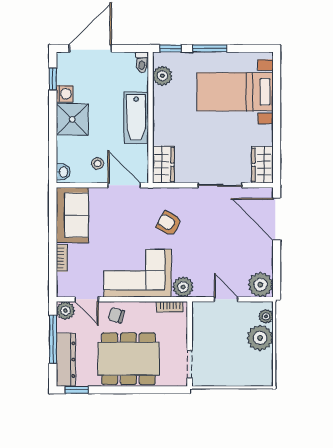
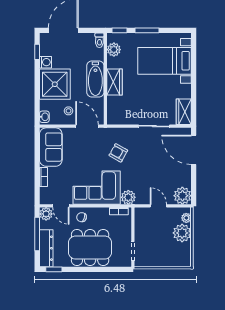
shower: (72, 119) -> (55, 84), width x1.37, depth x1.37
wardrobe: (163, 165) -> (114, 82), moved

